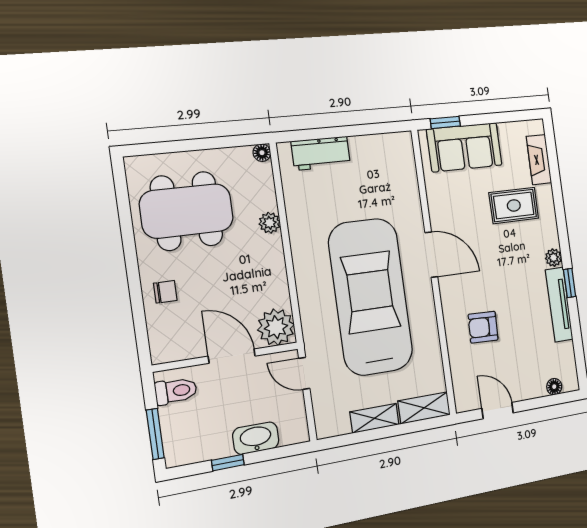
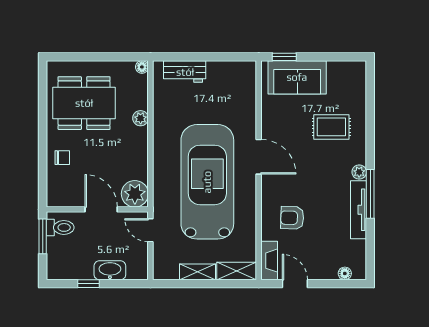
fireplace: (539, 160) -> (269, 261), moved, turned 180
window: (570, 283) -> (370, 194), width x2.17
window: (155, 434) -> (43, 236), moved

